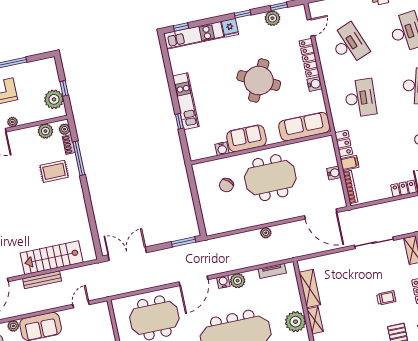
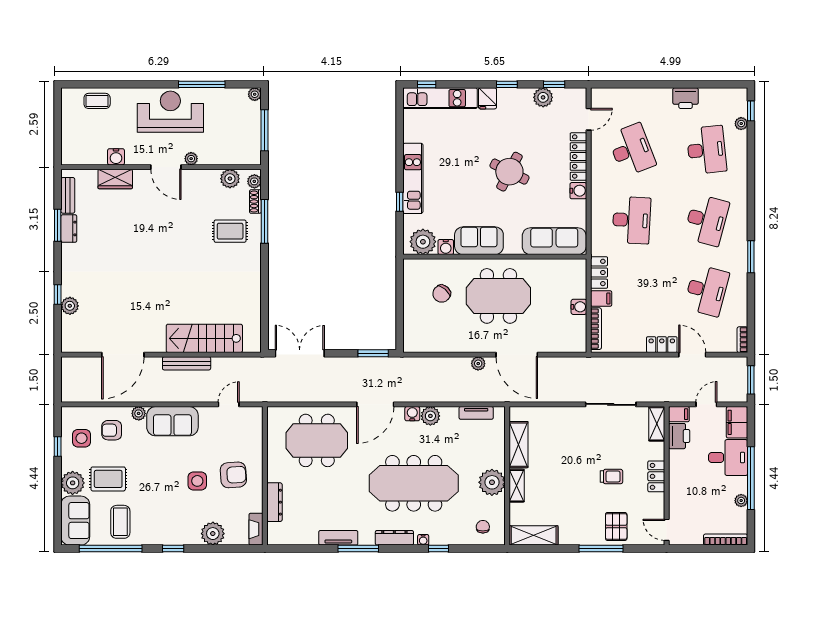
round table: (259, 81) -> (509, 172), width x0.73, depth x0.73
window: (64, 88) -> (265, 130), width x2.17
plant: (54, 99) -> (255, 94), moved, width x0.53, depth x0.53
plant: (204, 148) -> (423, 242), added
door: (321, 214) -> (517, 355), moved

